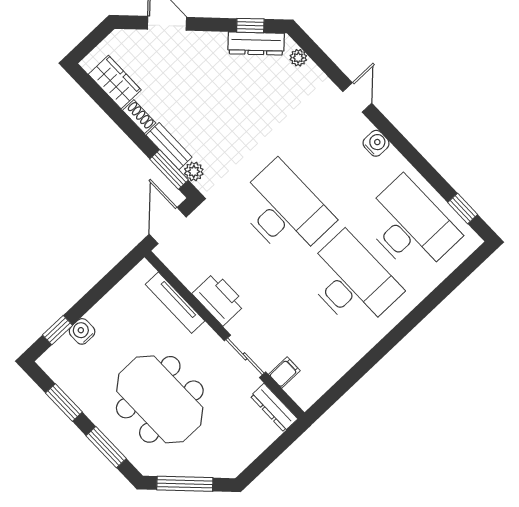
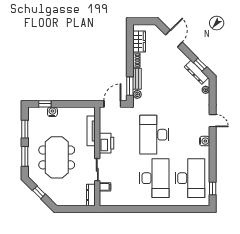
door: (357, 97) -> (213, 121), hinge flipped
desk: (284, 211) -> (154, 135), turned 180
window: (185, 484) -> (39, 192), width x0.46

